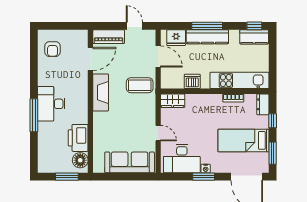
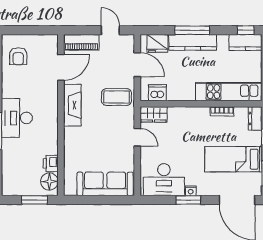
dishwasher: (192, 81) -> (157, 93), moved
door: (158, 133) -> (137, 137), moved
printer: (78, 138) -> (51, 163), width x0.53, depth x0.68

